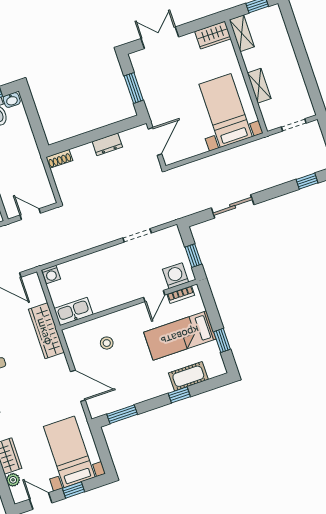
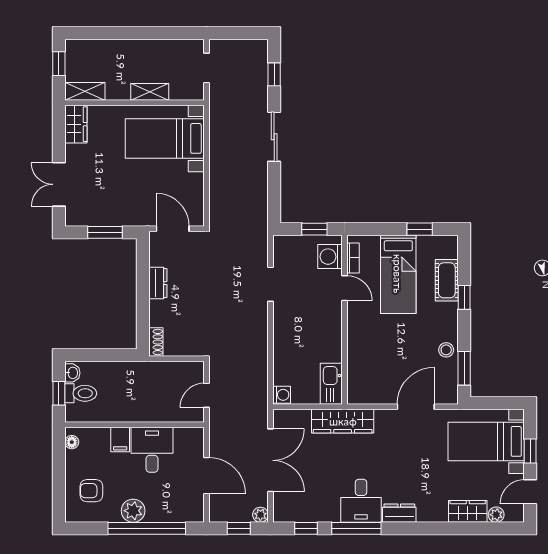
sliding door: (233, 206) -> (274, 137), moved
stool: (107, 343) -> (446, 350), moved

